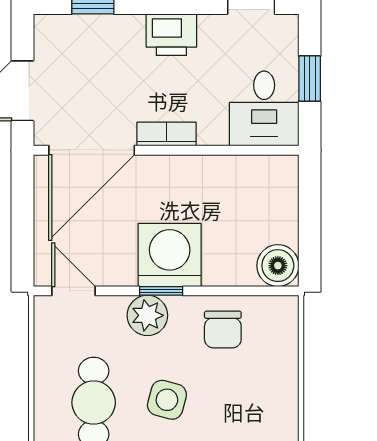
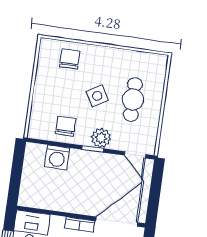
washing machine: (170, 255) -> (57, 157), moved, width x0.73, depth x0.73
boiler: (278, 266) -> (35, 153), removed
side table: (167, 400) -> (97, 96), turned 45

